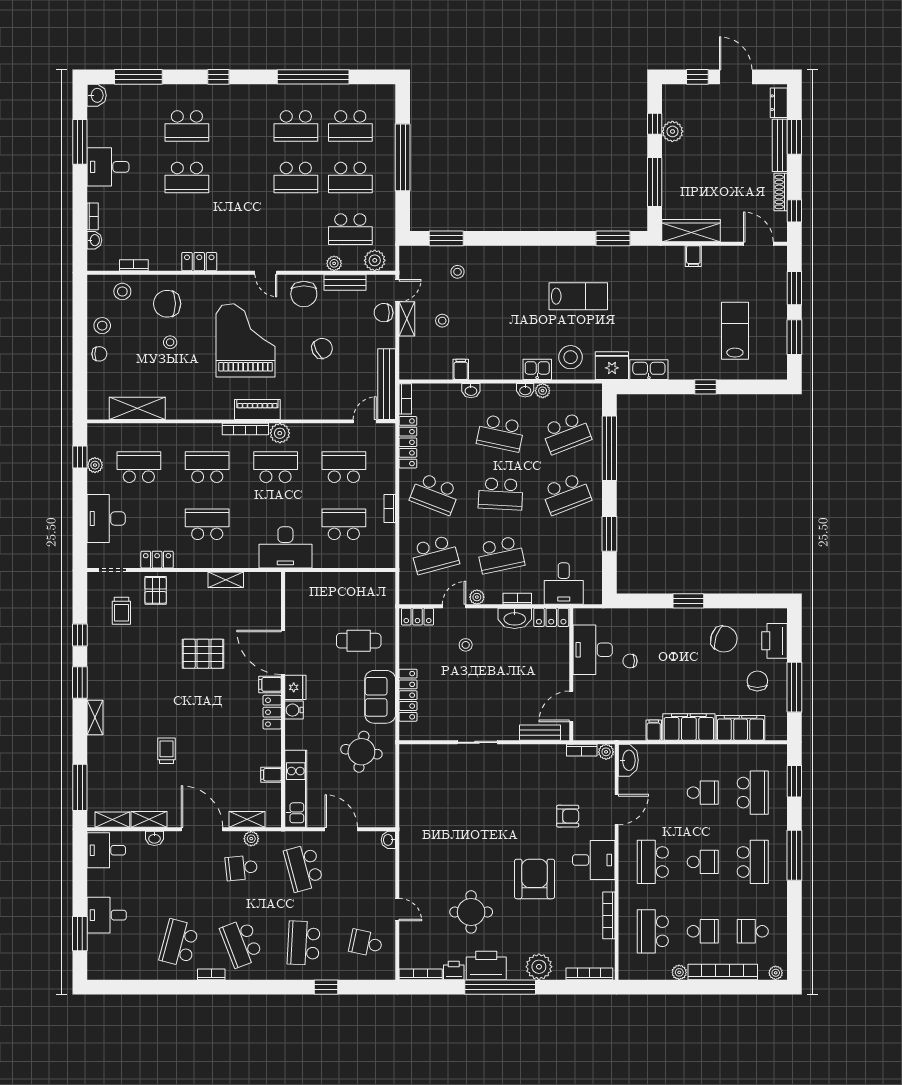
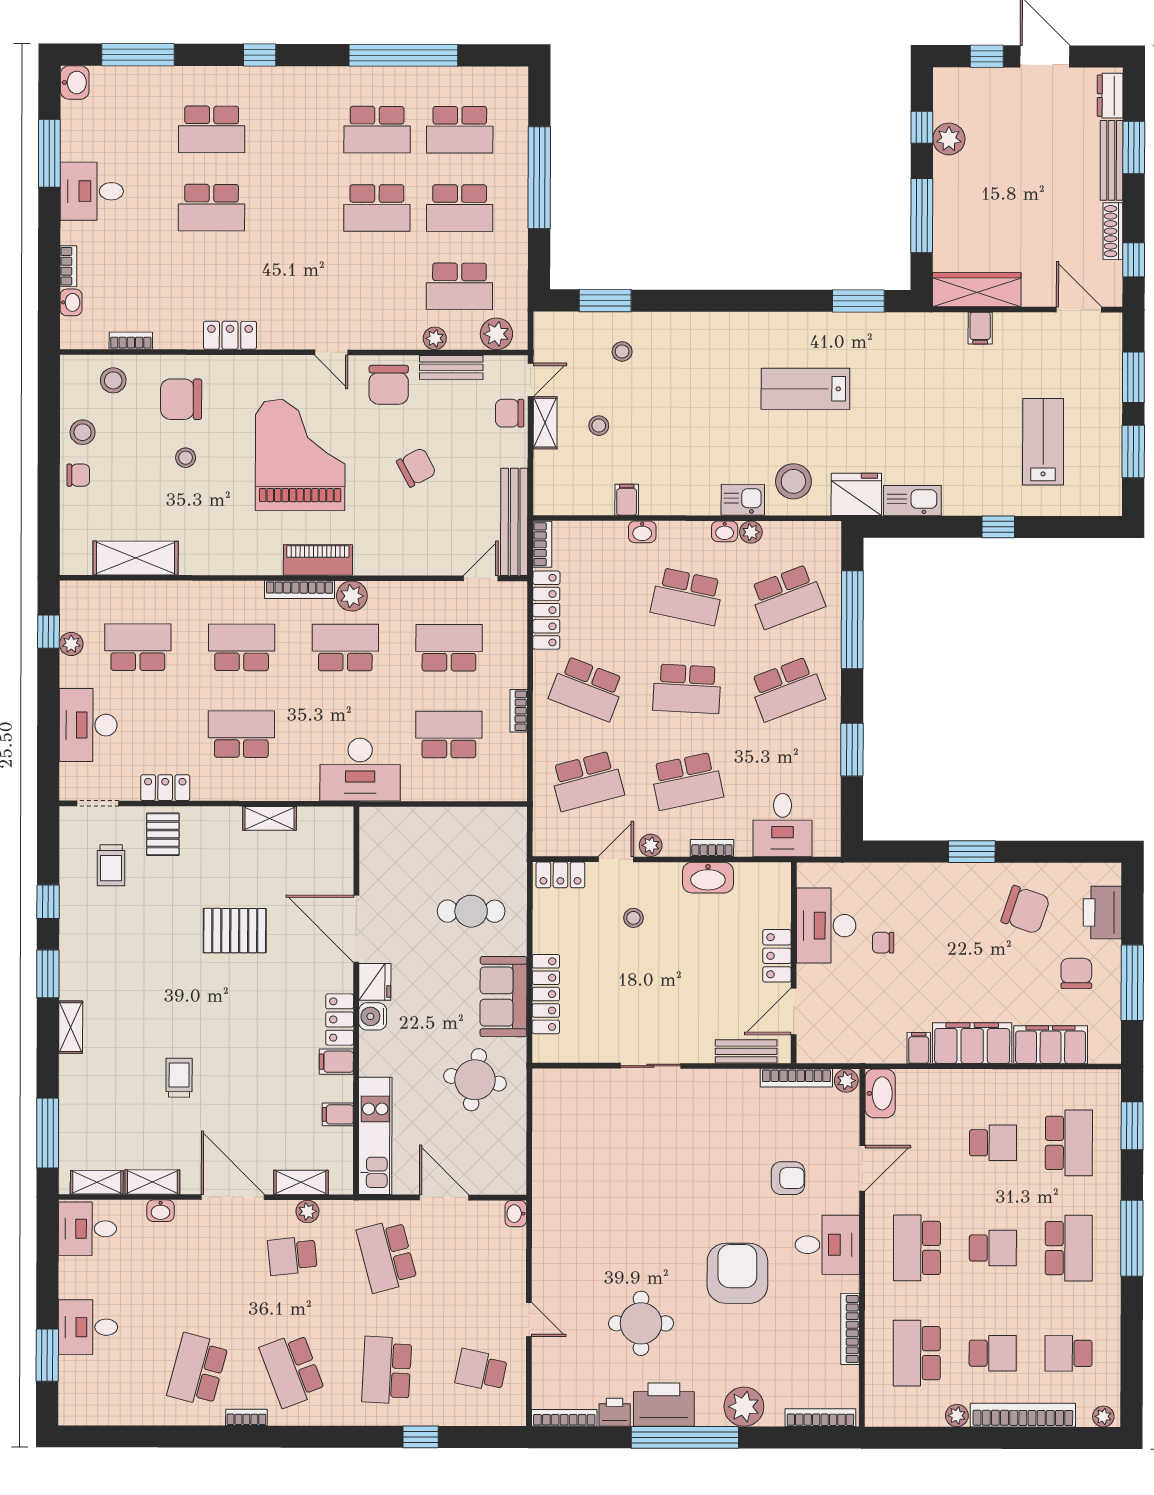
lab bench: (578, 296) -> (805, 389), turned 180
locker: (551, 617) -> (777, 956), moved, turned 90
filing cabinet: (270, 684) -> (336, 1062), moved
bookcase: (582, 750) -> (796, 1078), width x1.56

